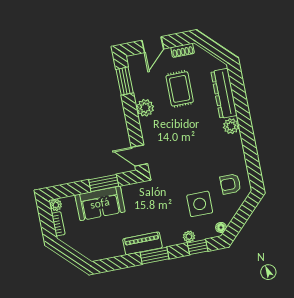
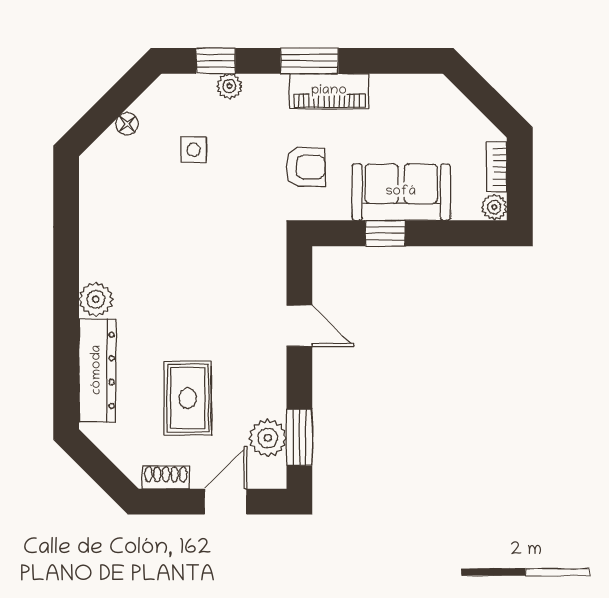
plant: (145, 108) -> (268, 438), moved
door: (139, 156) -> (299, 326), moved
window: (104, 183) -> (385, 233), width x0.67
armchair: (230, 184) -> (305, 167), moved
side table: (200, 204) -> (194, 150), width x0.54, depth x0.54
floor lamp: (221, 227) -> (127, 124), moved

